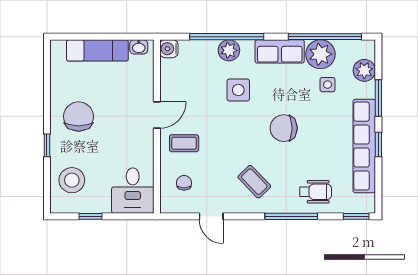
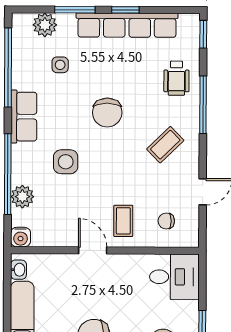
plant: (229, 50) -> (22, 197), moved
plant: (320, 54) -> (27, 72), removed
wheelchair: (316, 192) -> (176, 78), turned 180

